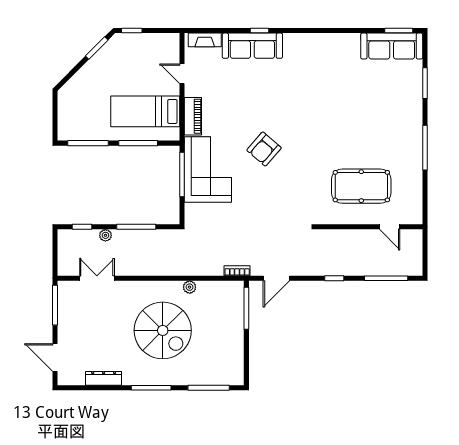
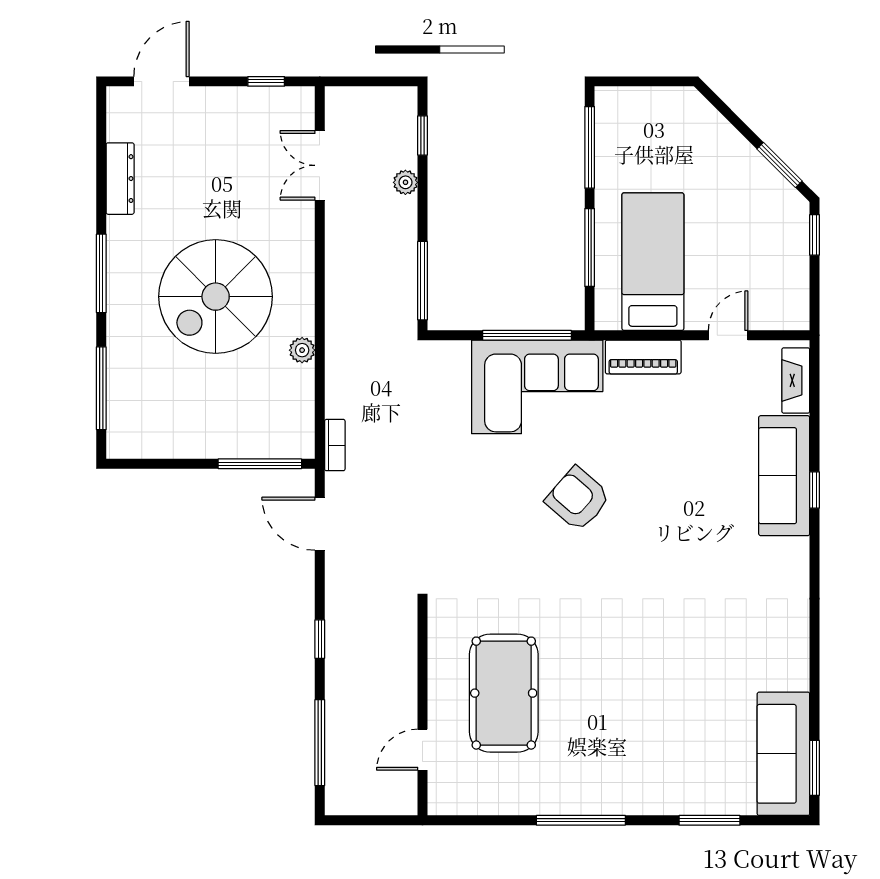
window: (136, 227) -> (423, 281), moved
double door: (97, 278) -> (320, 165), swing flipped
window: (55, 305) -> (266, 81), width x0.46

